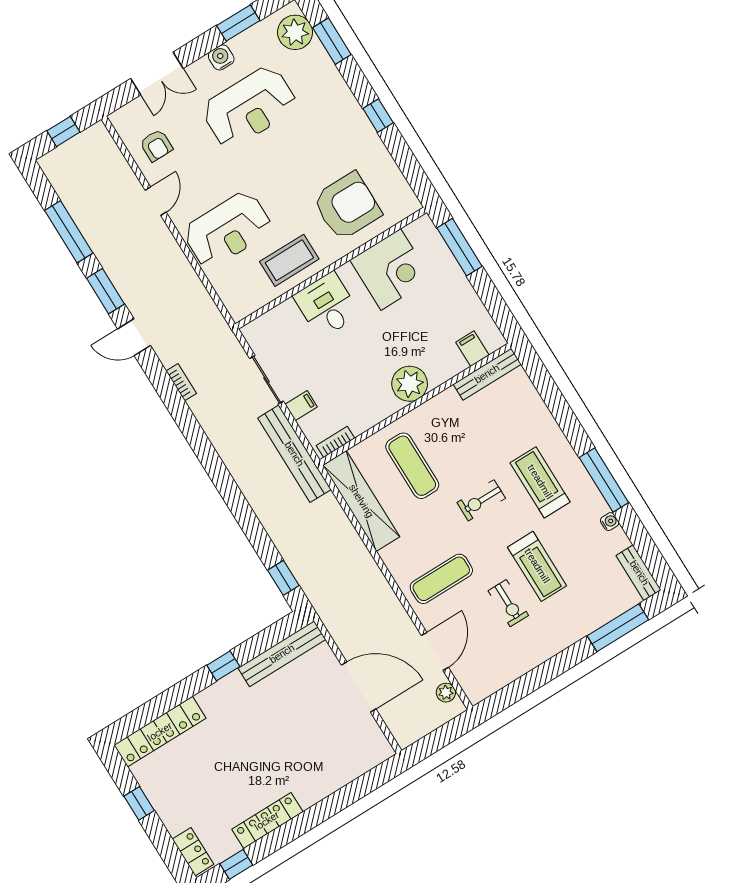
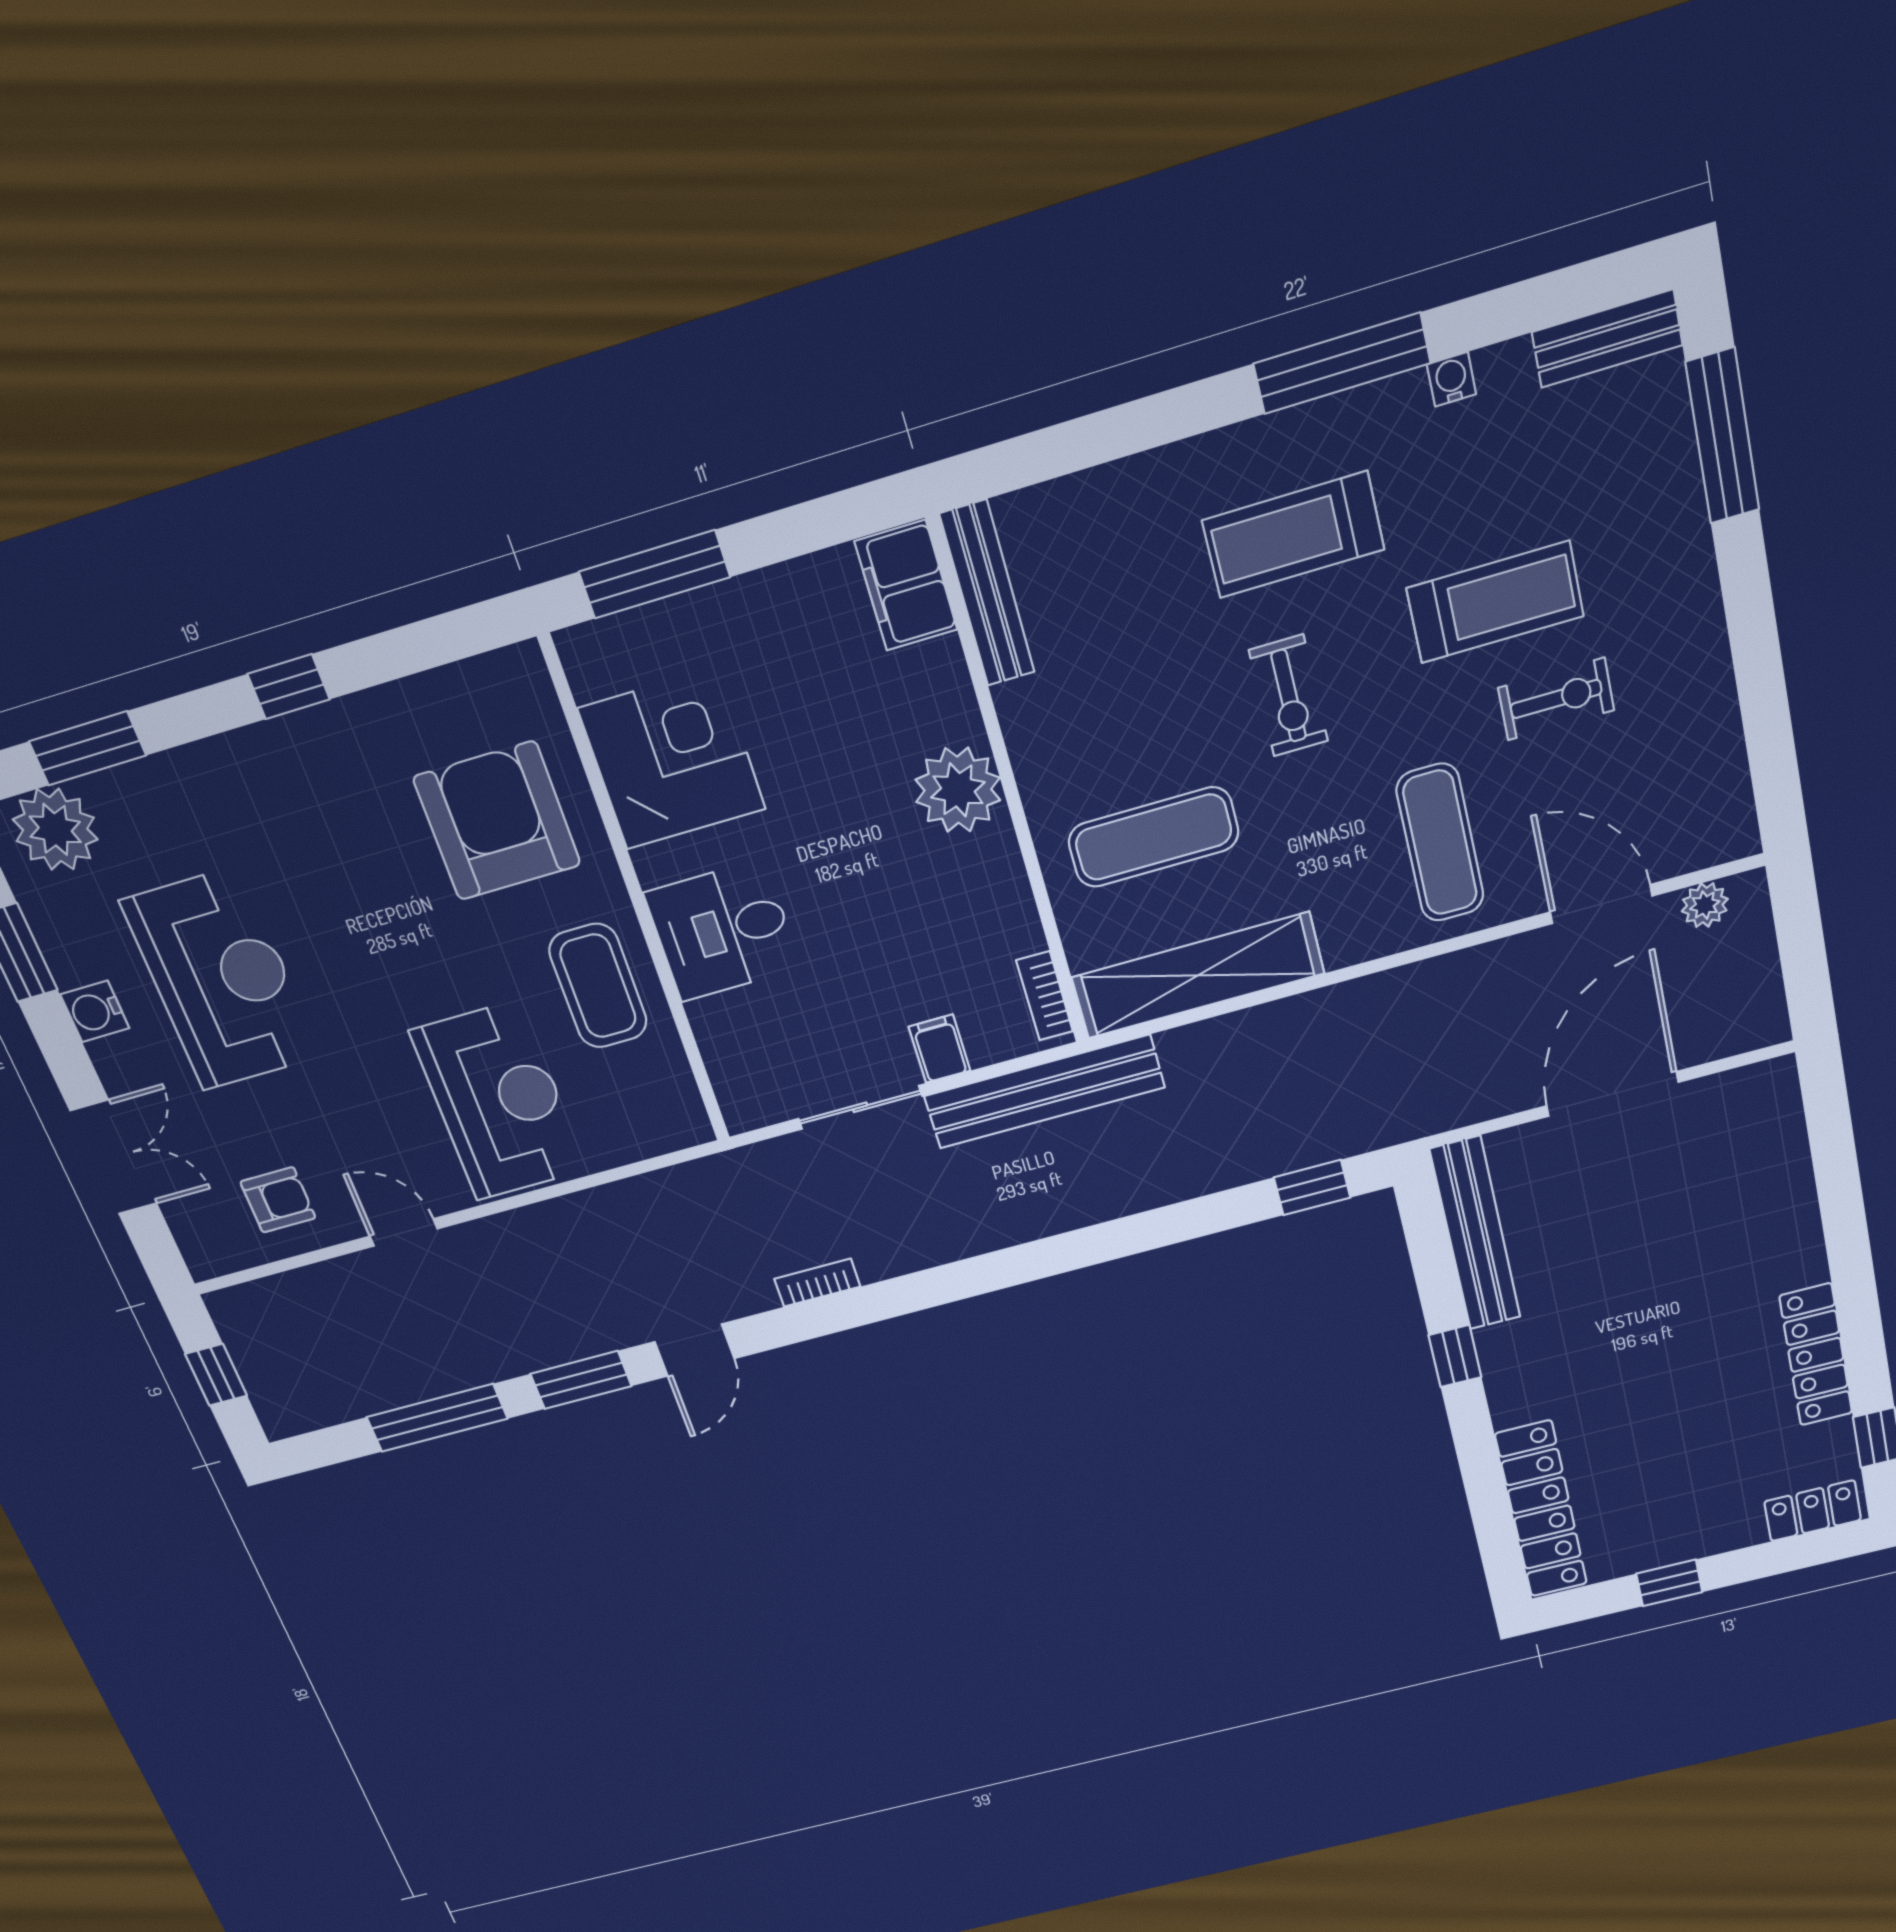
filing cabinet: (472, 349) -> (906, 586), width x2.00

